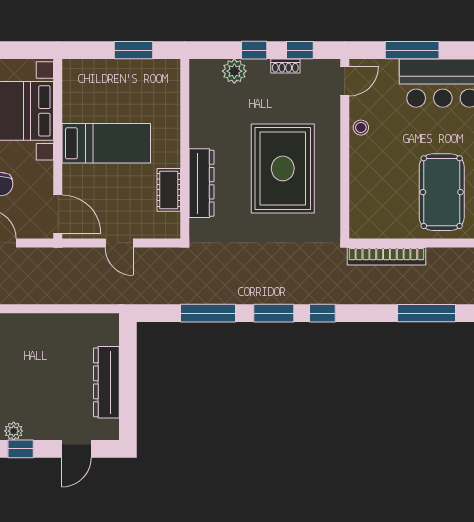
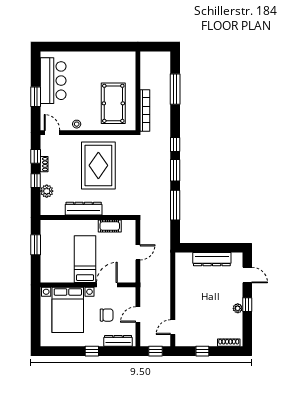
window: (412, 50) -> (36, 97), width x0.69
rug: (283, 168) -> (98, 165), turned 90
dresser: (202, 183) -> (84, 209), moved
pool table: (442, 192) -> (113, 103), moved, turned 90
door: (58, 214) -> (107, 285), moved

